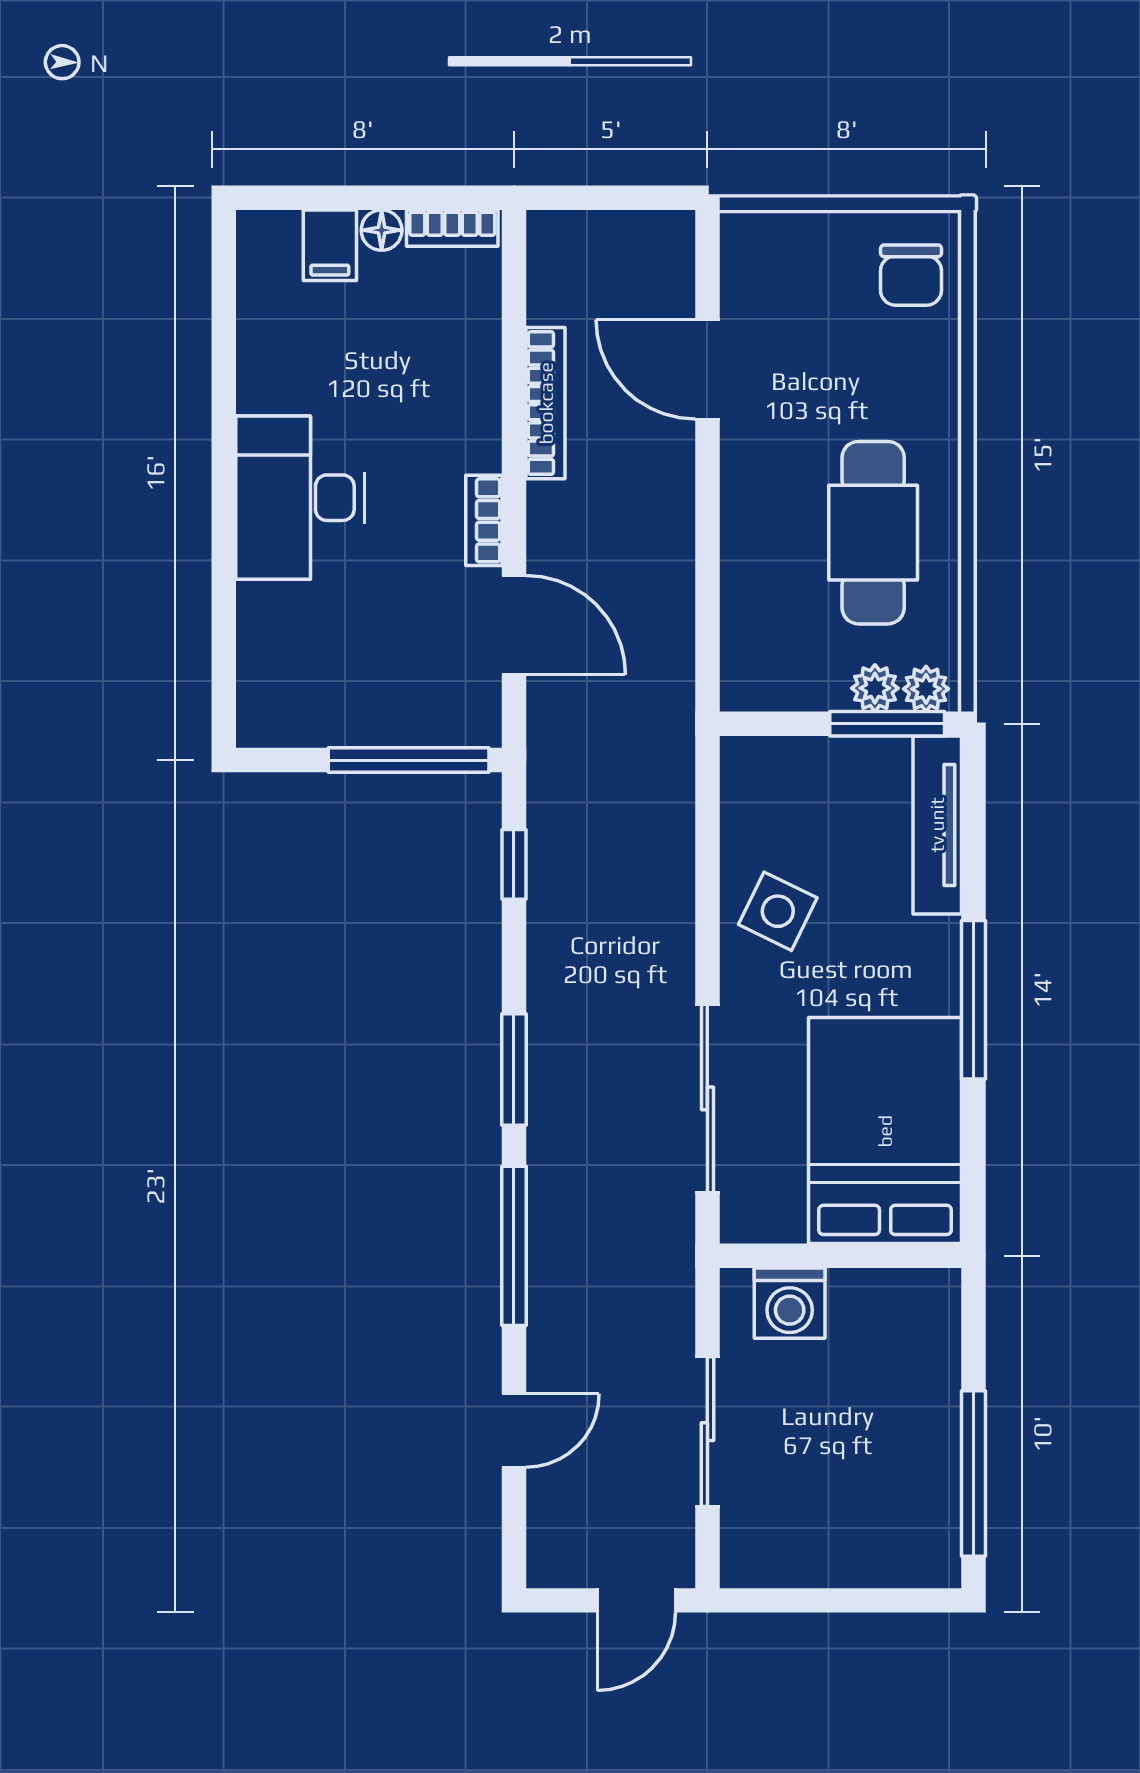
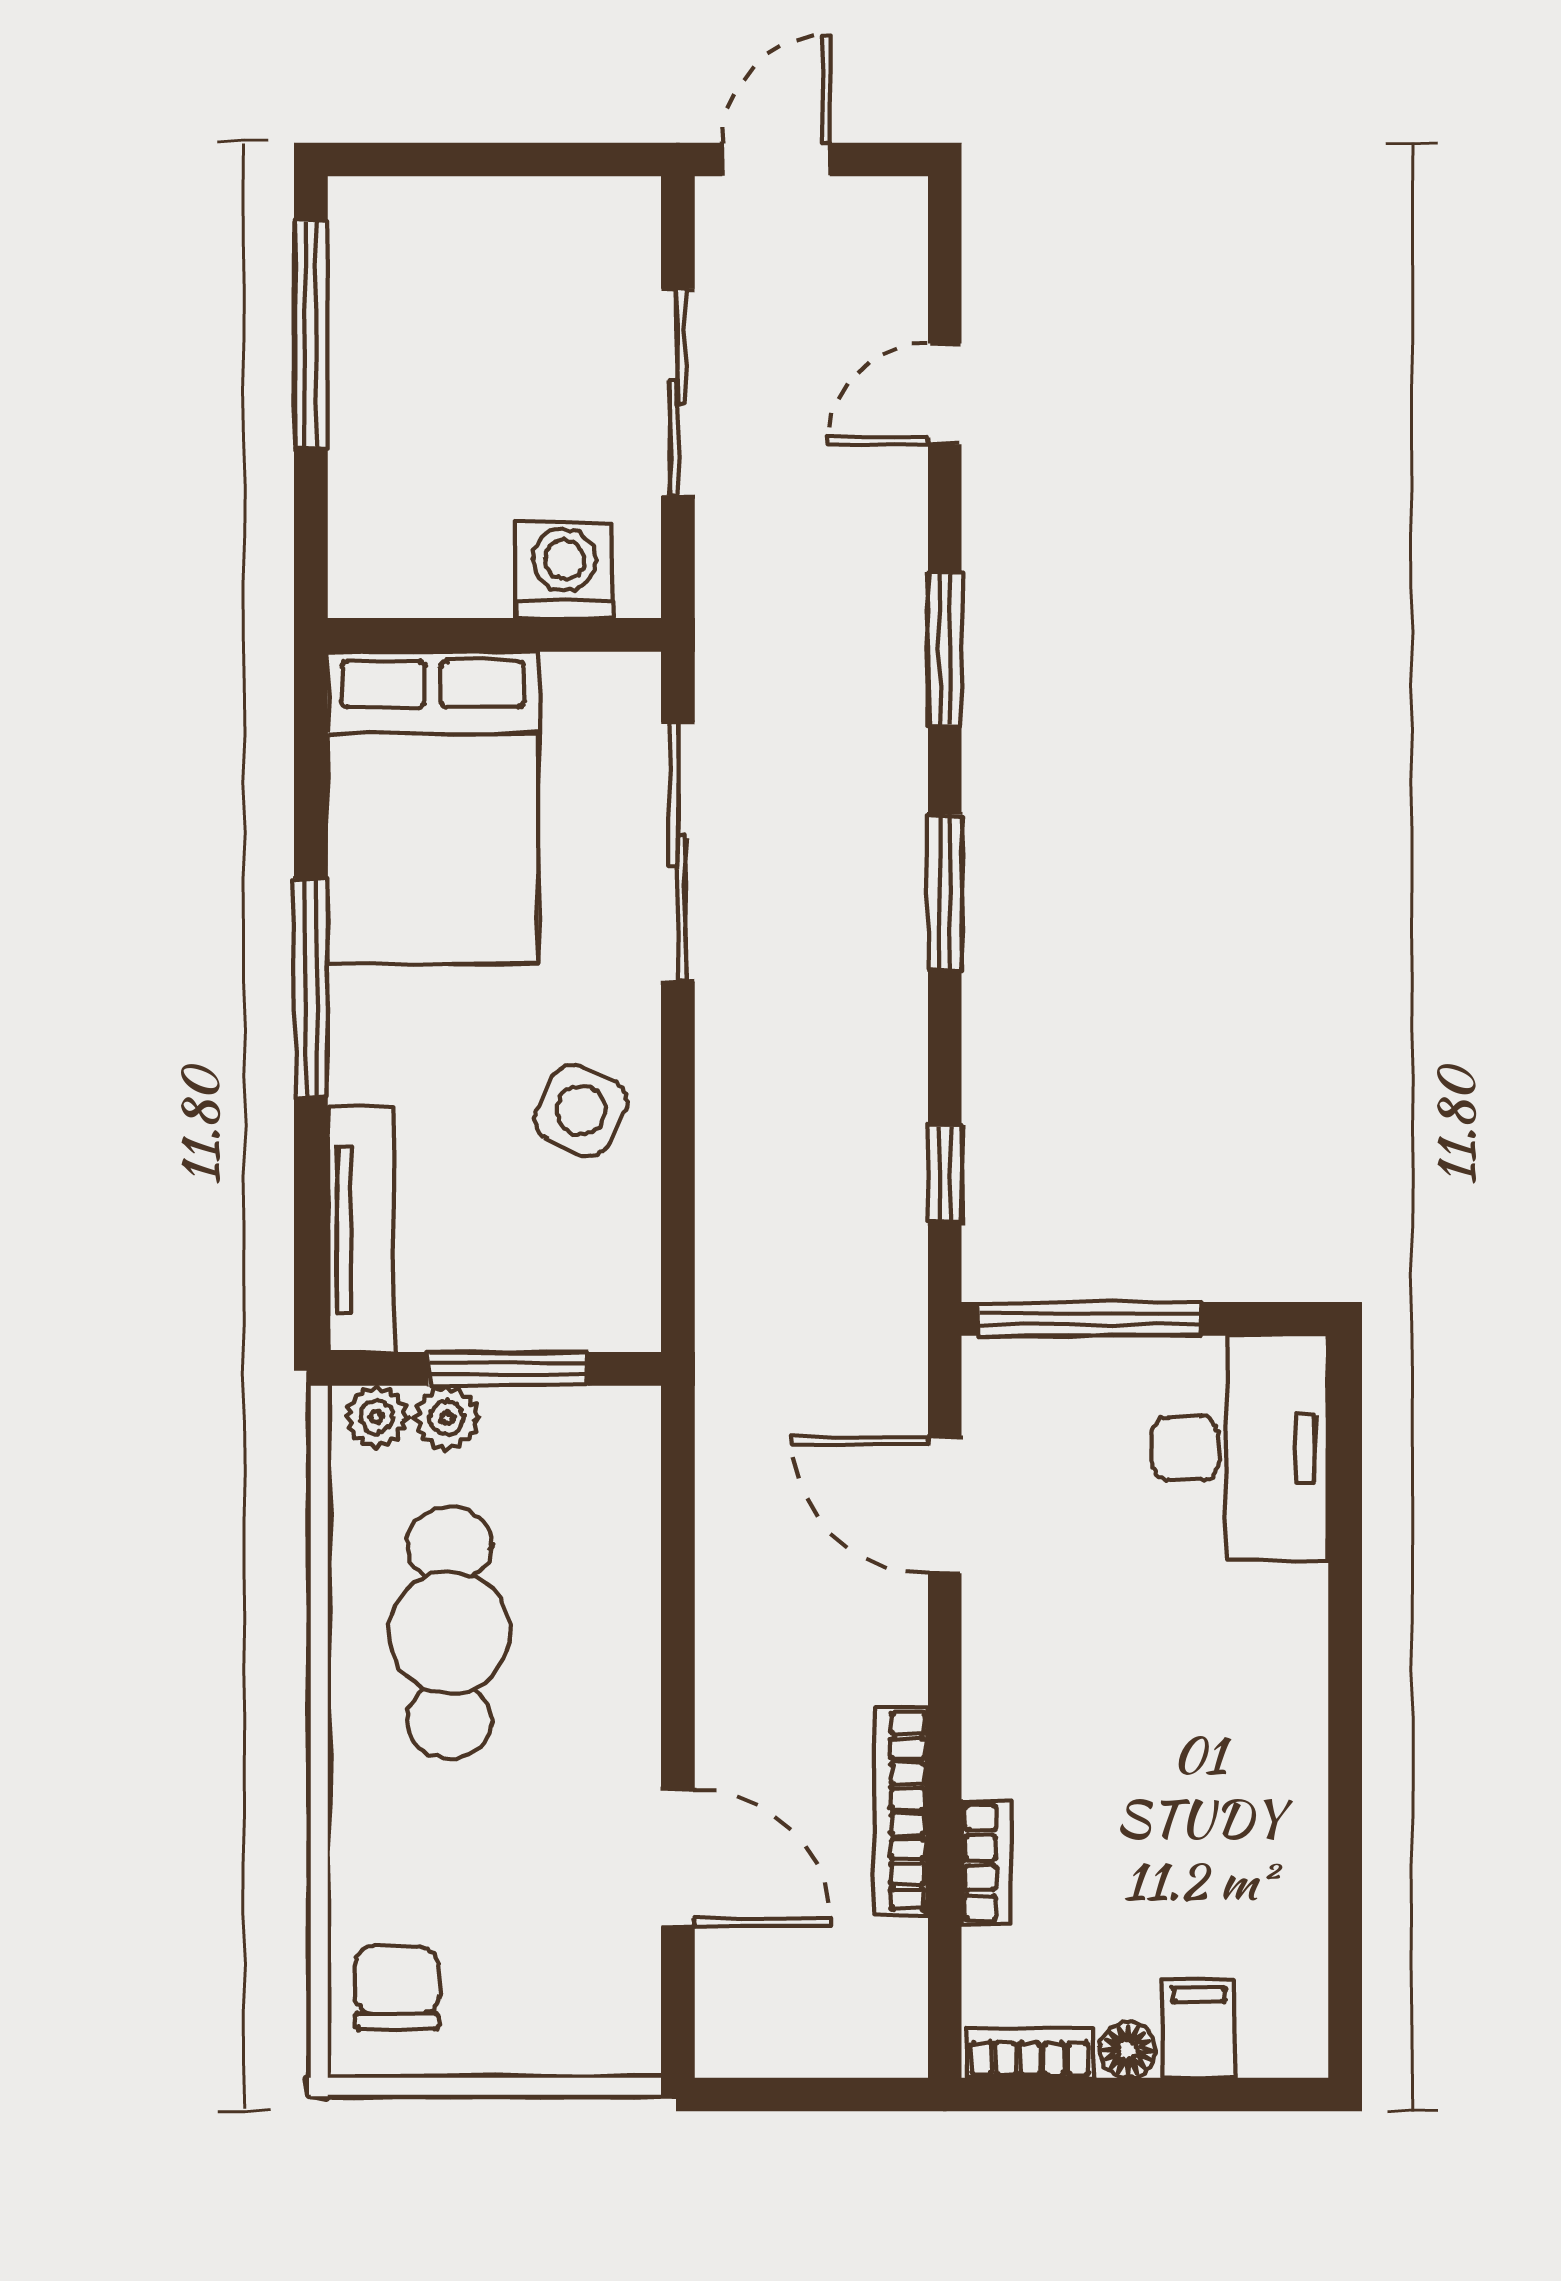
desk: (300, 498) -> (1240, 1448), moved
bookcase: (484, 520) -> (986, 1863), moved
window: (887, 724) -> (508, 1369), moved
window: (514, 1246) -> (945, 649), width x0.69

